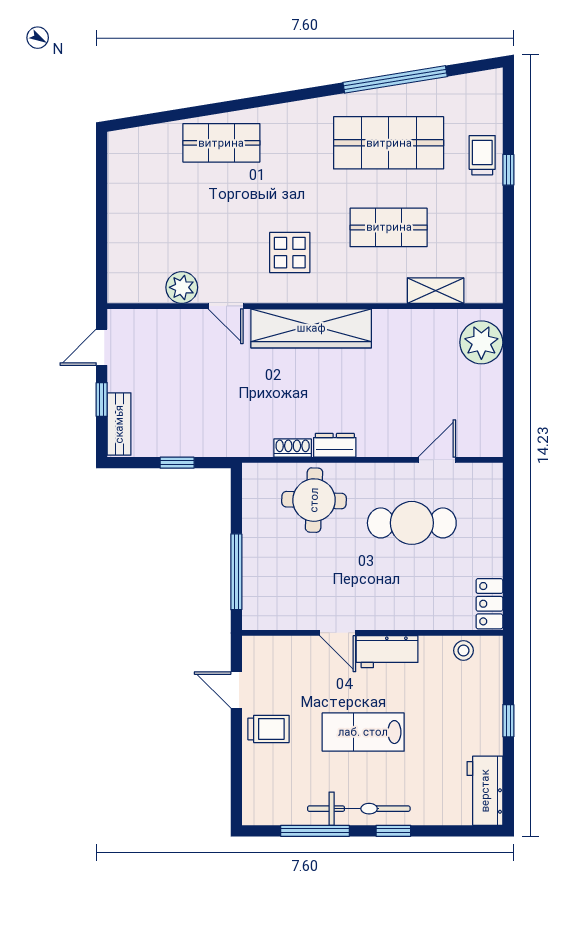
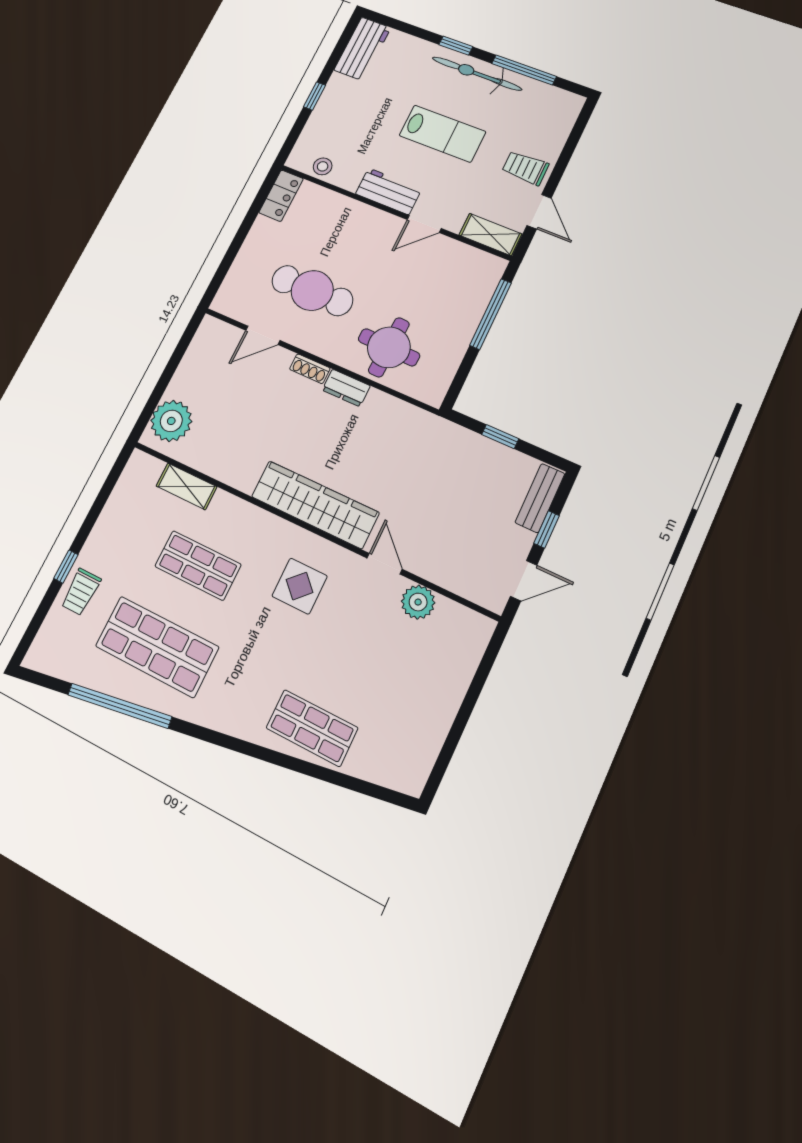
shoe rack: (293, 448) -> (310, 369), moved
door: (338, 633) -> (424, 224), swing flipped
shelving: (271, 649) -> (490, 234), added

